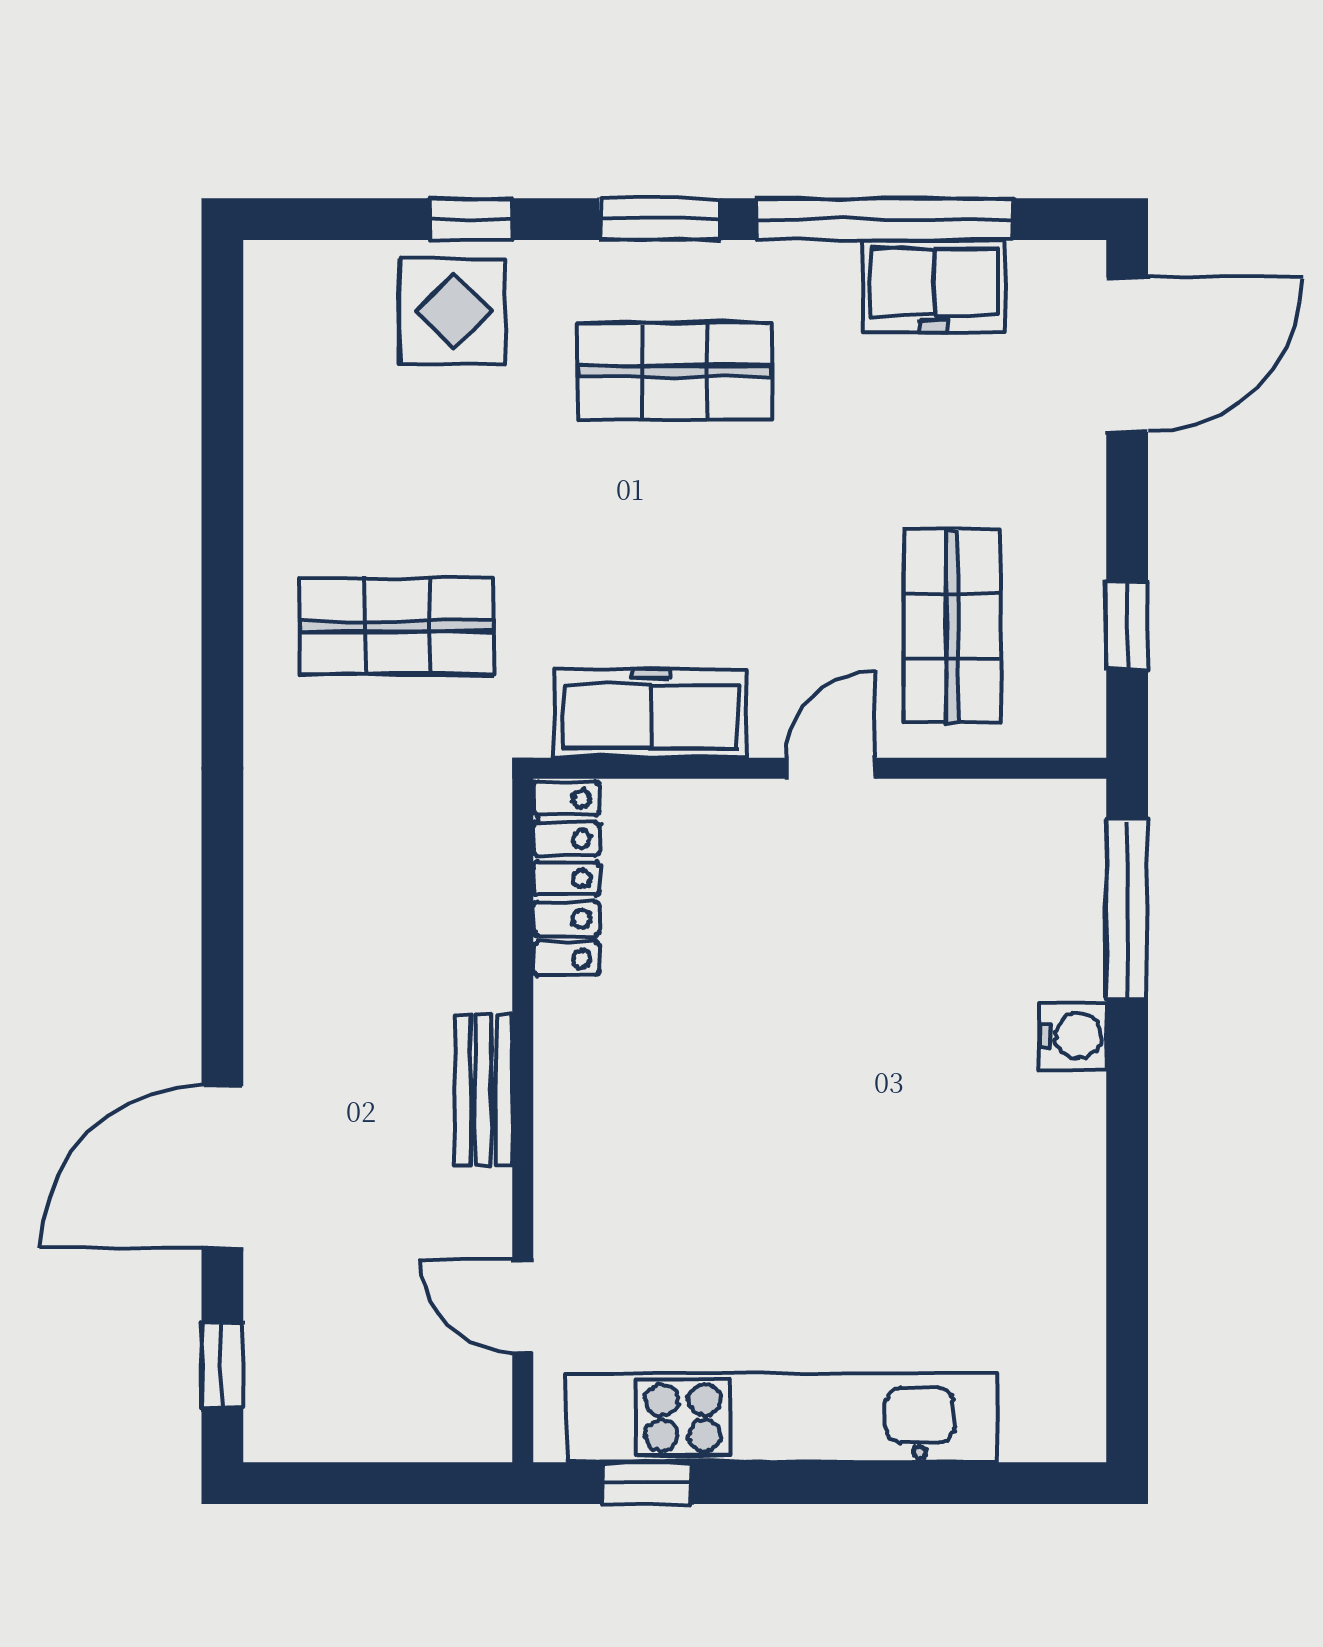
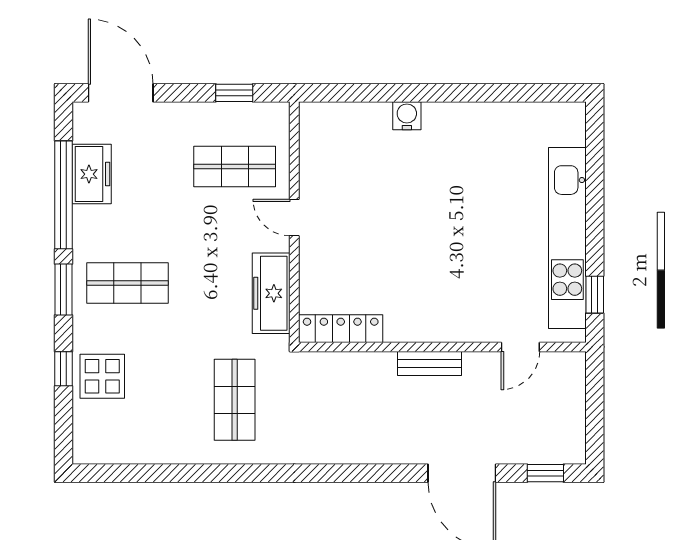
shop shelf: (675, 371) -> (128, 283), turned 90
window: (1127, 909) -> (353, 93), removed

